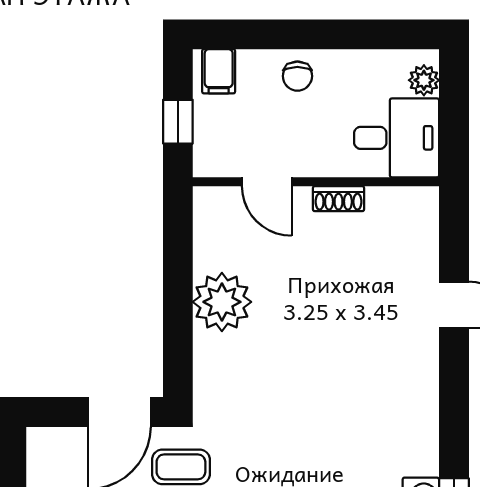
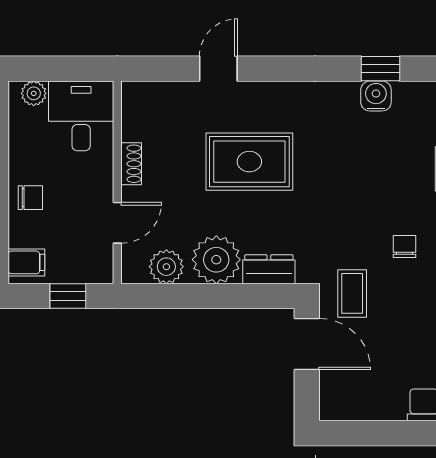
plant: (213, 241) -> (166, 267), added
rug: (341, 342) -> (249, 162), added
dresser: (210, 366) -> (269, 269), added

